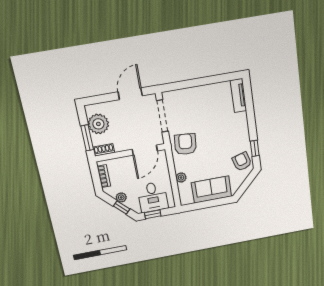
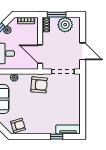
window: (255, 148) -> (57, 137), moved

